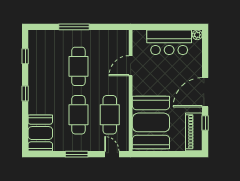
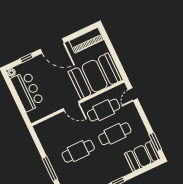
door: (131, 66) -> (71, 106), moved
window: (205, 123) -> (27, 58), moved
window: (77, 154) -> (155, 142), moved

